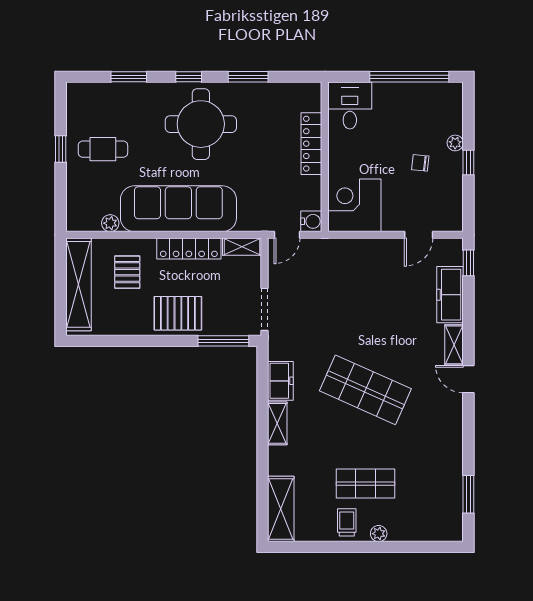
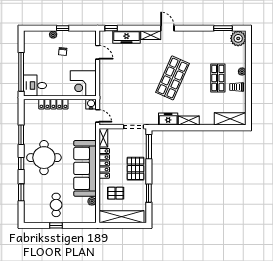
window: (409, 77) -> (21, 72), moved
window: (127, 341) -> (149, 193), added
door: (468, 379) -> (167, 28), swing flipped
plant: (447, 526) -> (238, 38), added

